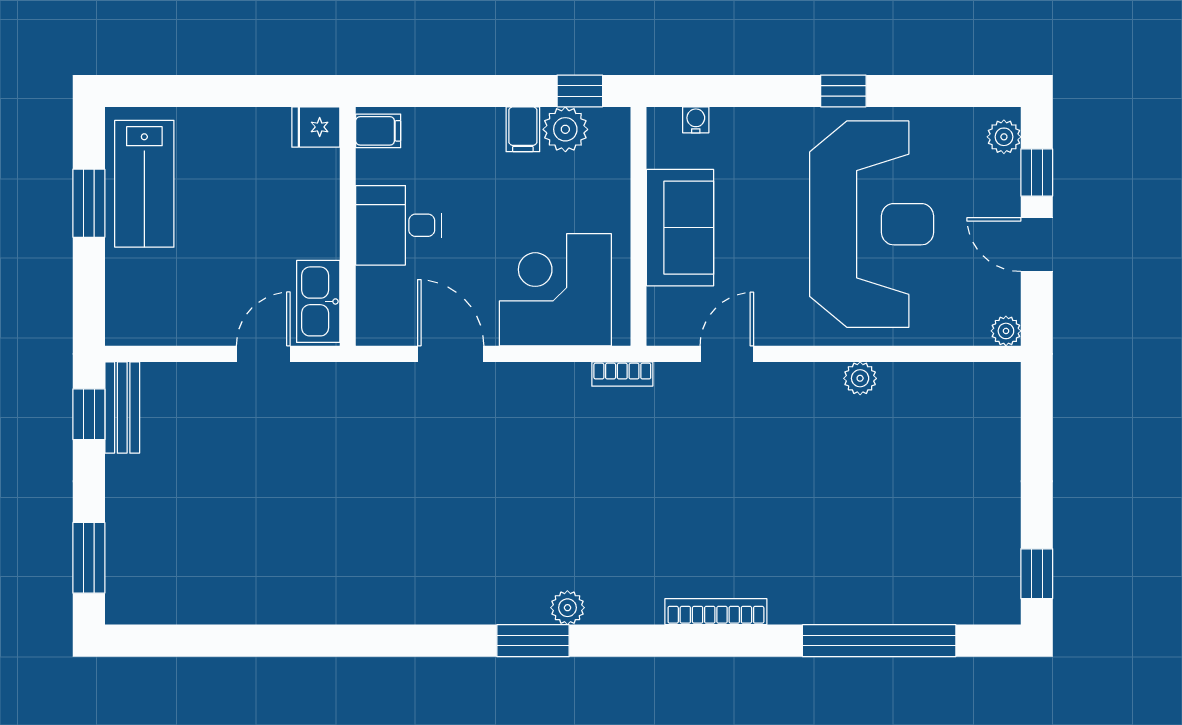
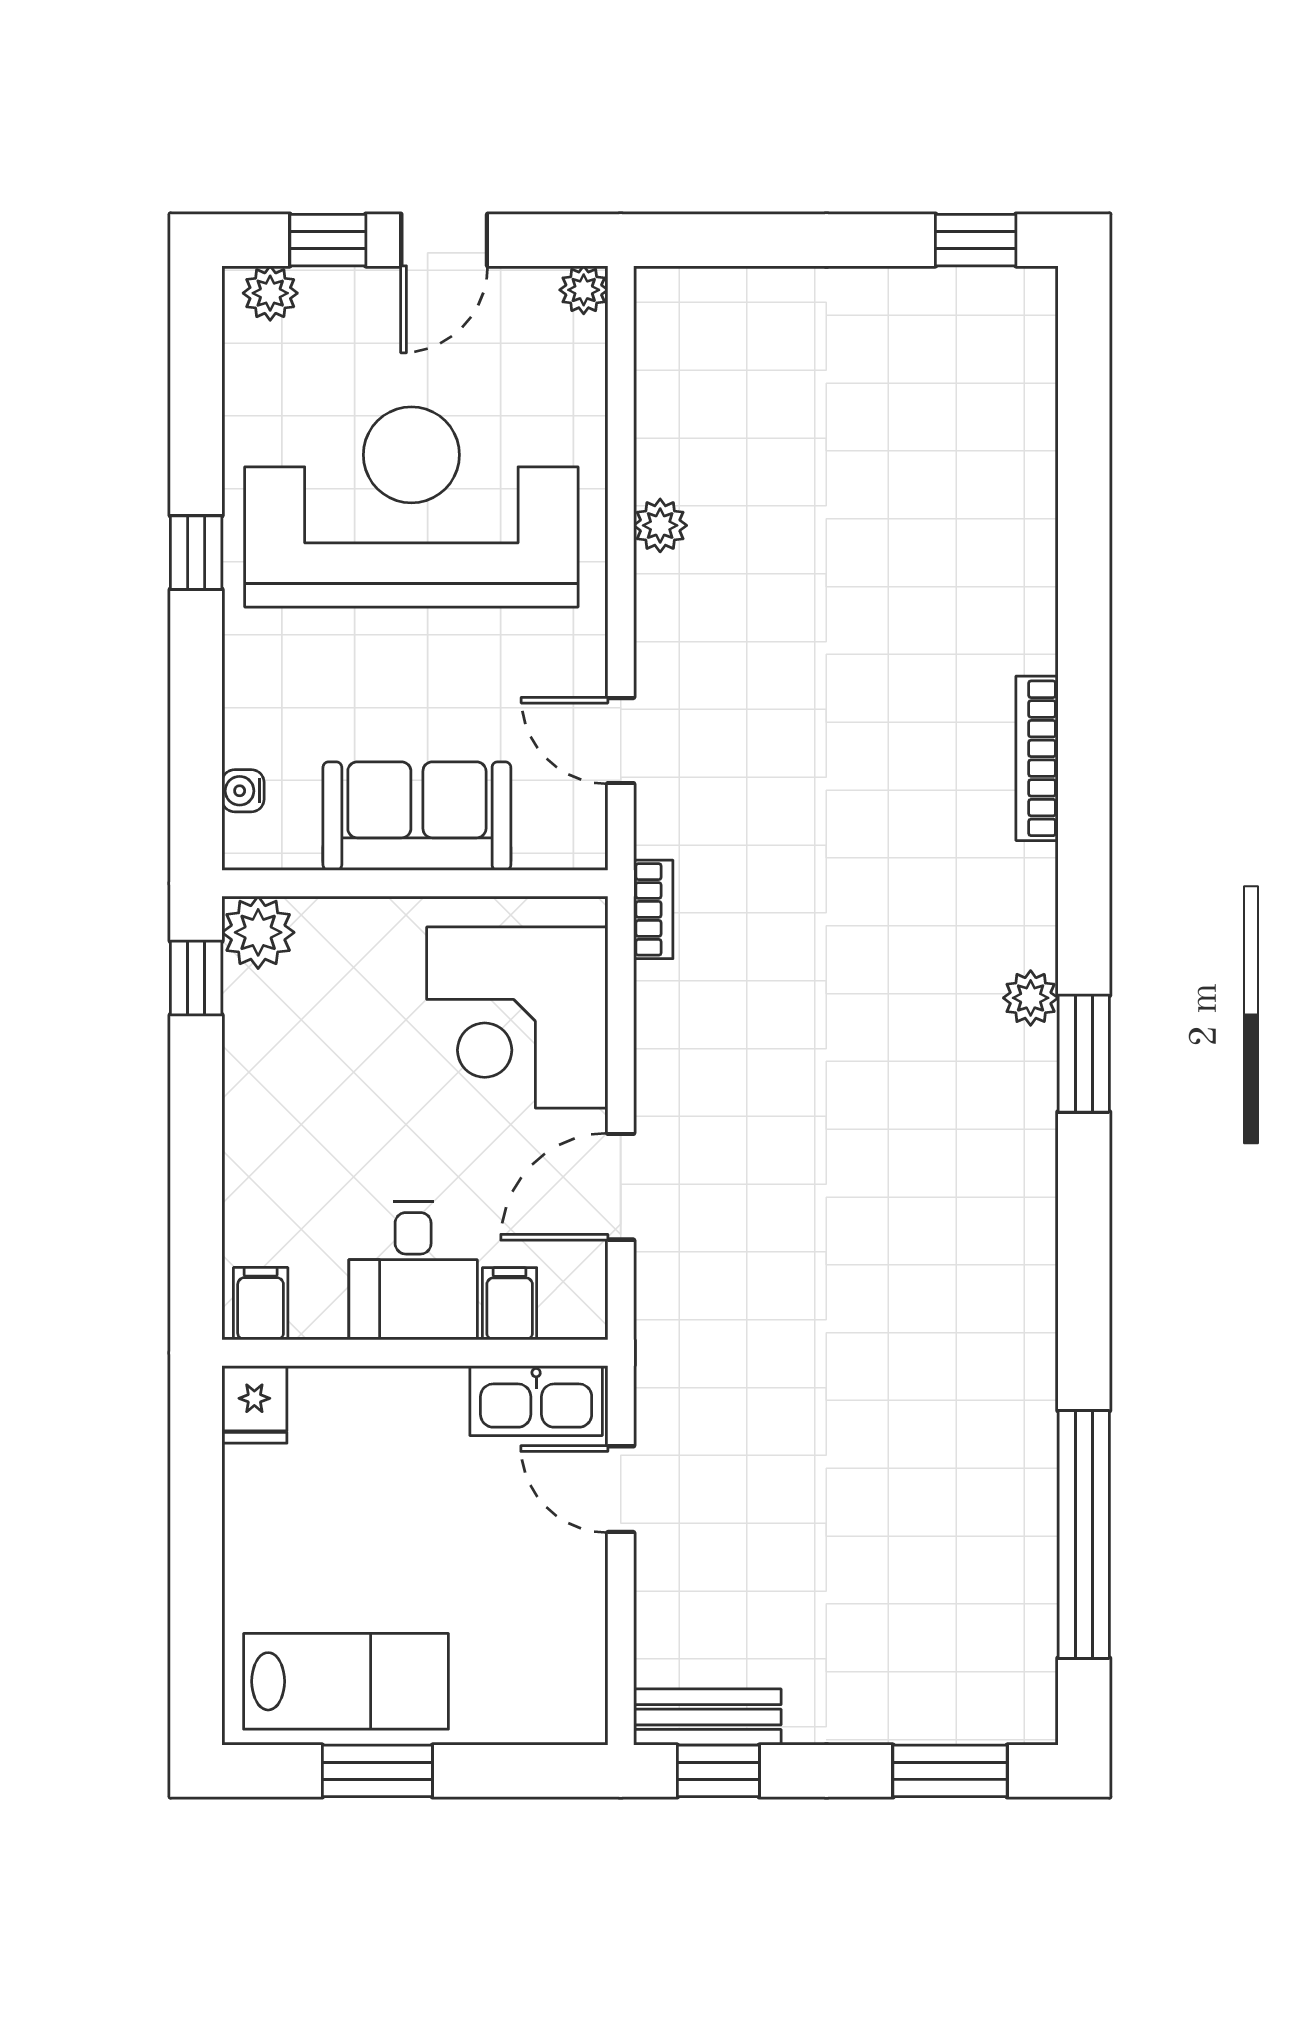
filing cabinet: (523, 129) -> (510, 1304), moved, turned -90
plant: (565, 129) -> (258, 932), moved
window: (879, 641) -> (1084, 1534), moved

